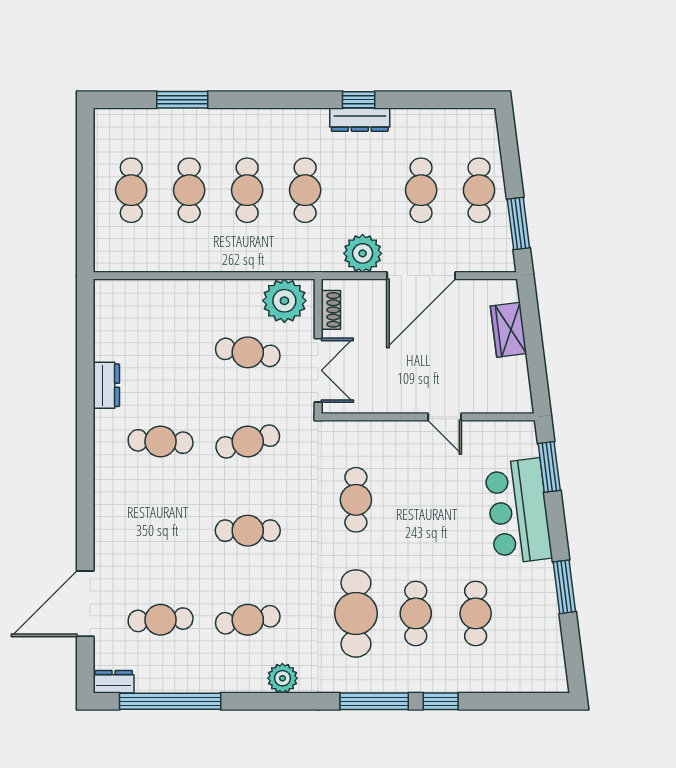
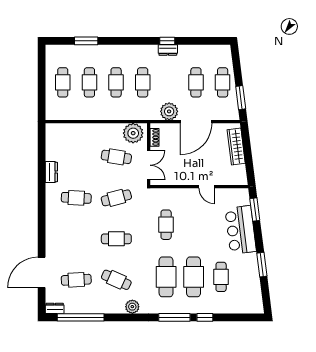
dresser: (360, 120) -> (168, 50), width x0.70
wardrobe: (508, 330) -> (236, 147), width x1.50
cafe table: (416, 613) -> (194, 277), width x1.37, depth x1.35
cafe table: (248, 620) -> (116, 280), turned 33

